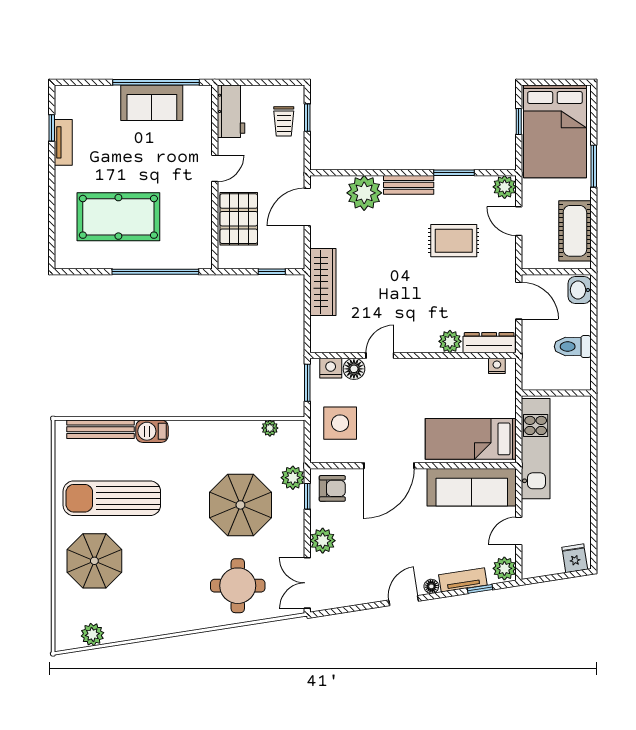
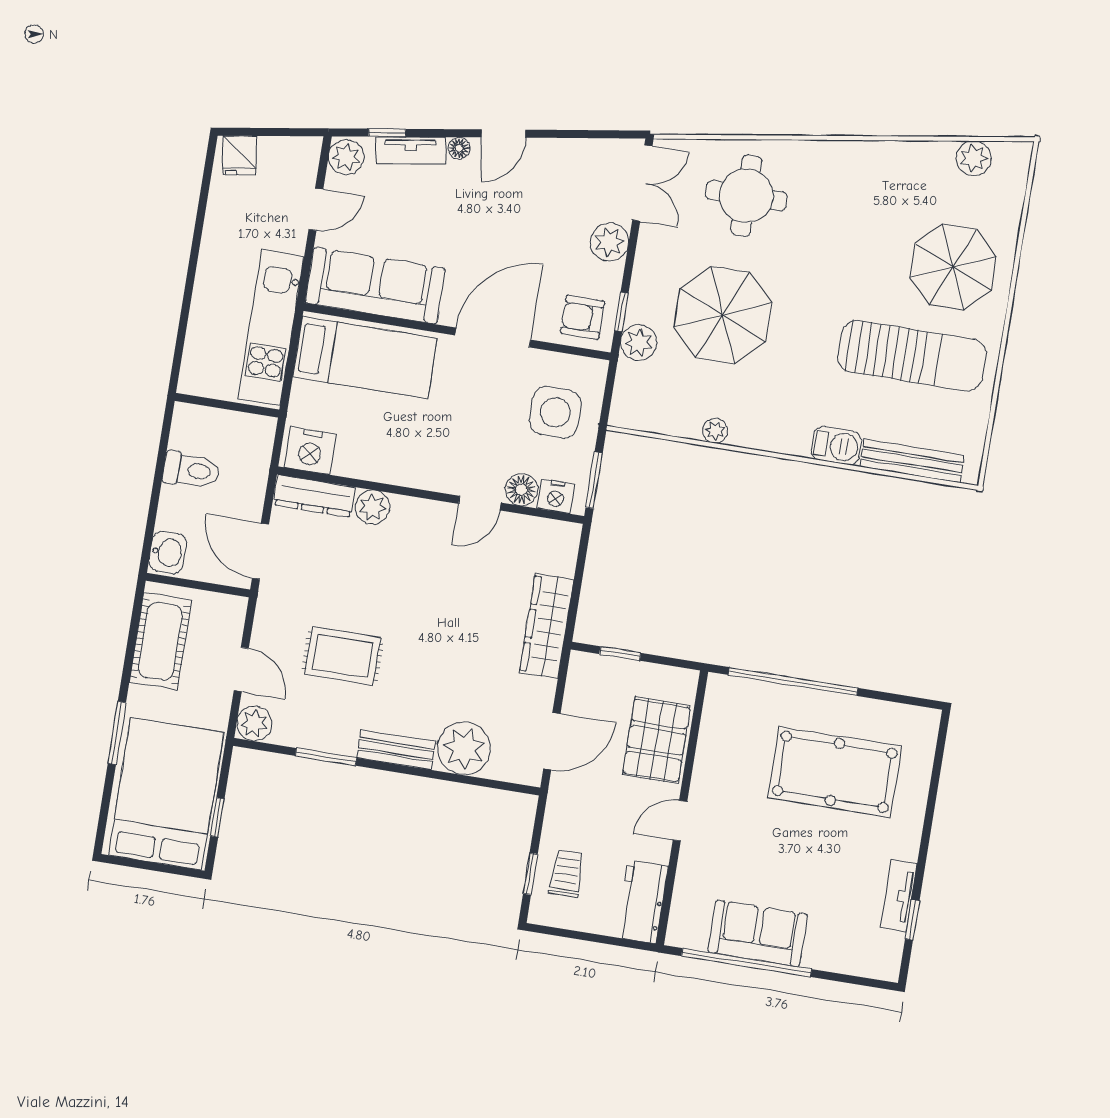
nightstand: (497, 366) -> (310, 451), width x1.89, depth x1.79
plant: (270, 428) -> (715, 431), moved

